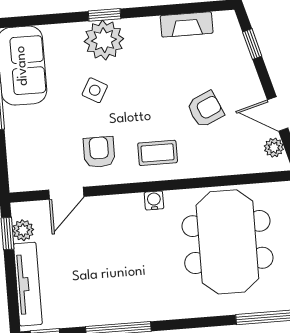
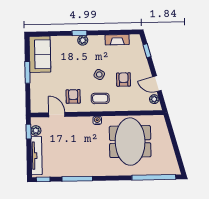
plant: (104, 40) -> (83, 40), width x0.53, depth x0.53
side table: (95, 90) -> (99, 74), moved
armchair: (205, 109) -> (124, 80), turned -66
door: (66, 193) -> (57, 115), swing flipped

